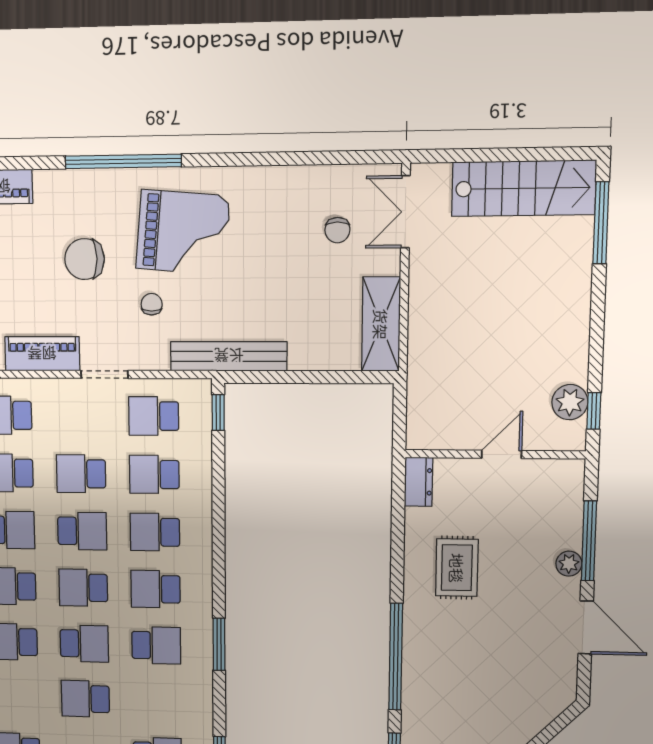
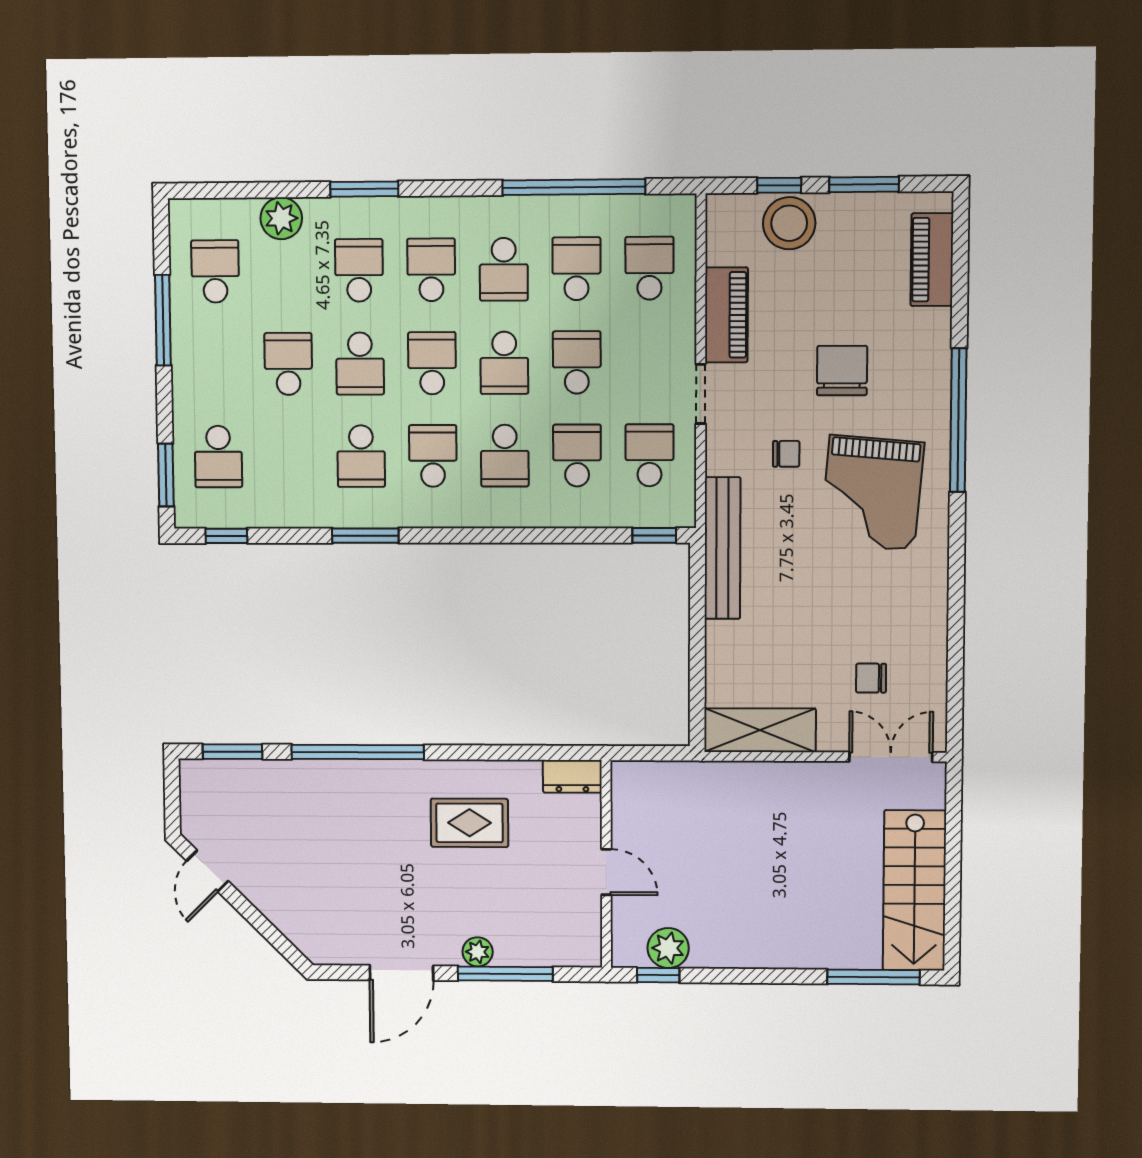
school desk: (155, 532) -> (505, 456), turned 180

